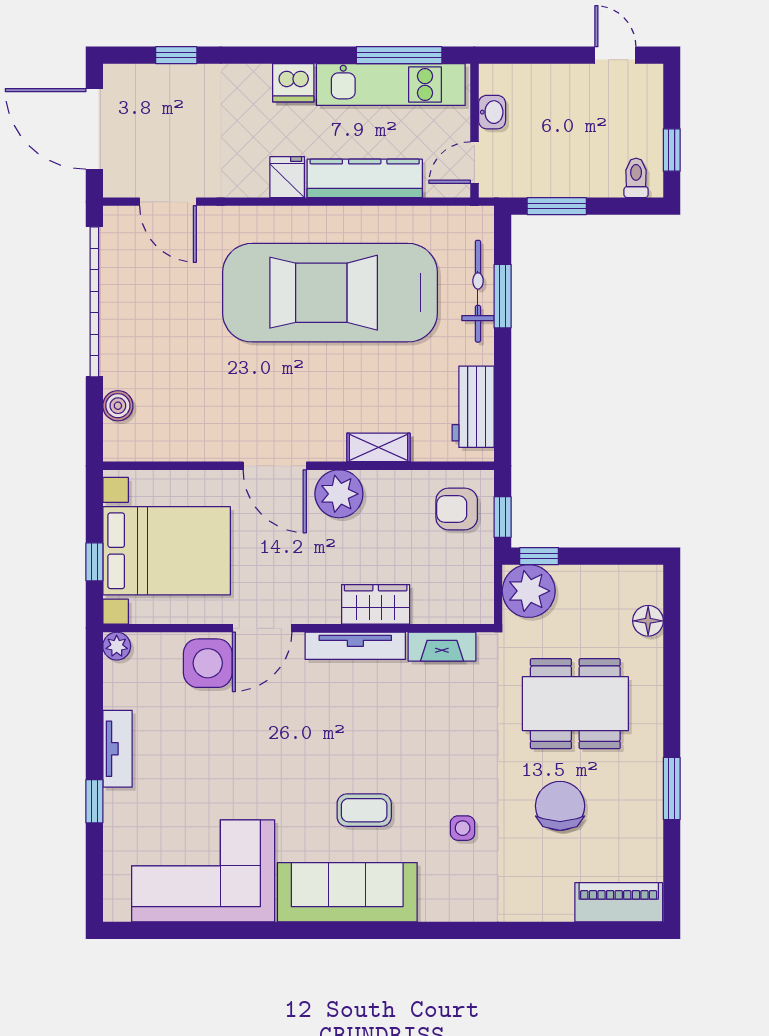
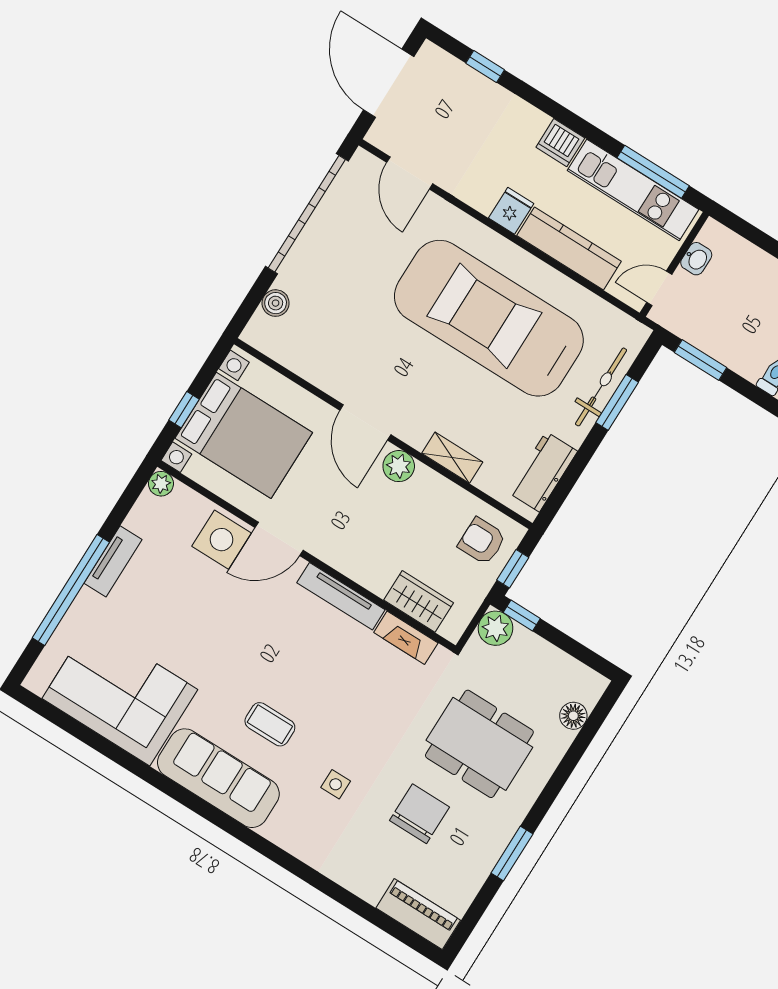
plant: (339, 494) -> (399, 466), width x0.73, depth x0.73
plant: (529, 591) -> (496, 628), width x0.73, depth x0.73
wardrobe: (376, 604) -> (419, 601), moved
window: (94, 801) -> (71, 590), width x3.17

